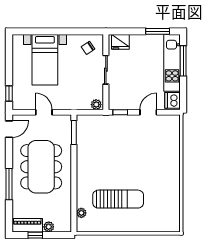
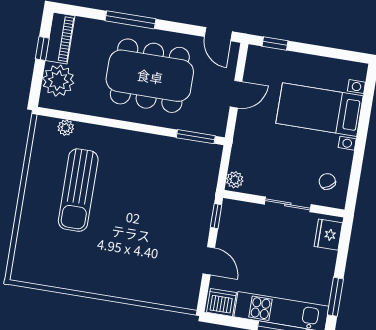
plant: (49, 227) -> (58, 81), width x1.87, depth x1.87

